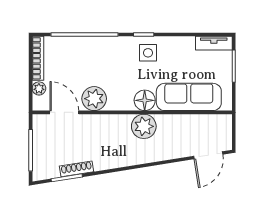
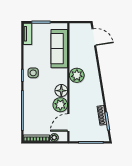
floor lamp: (145, 100) -> (61, 91), moved

